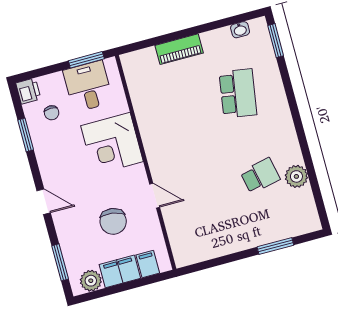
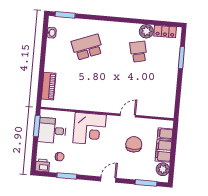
piano: (179, 49) -> (49, 86), moved
school desk: (238, 93) -> (87, 47), turned -30
locker: (307, 206) -> (165, 31), added
chair: (113, 221) -> (134, 144), turned -98

